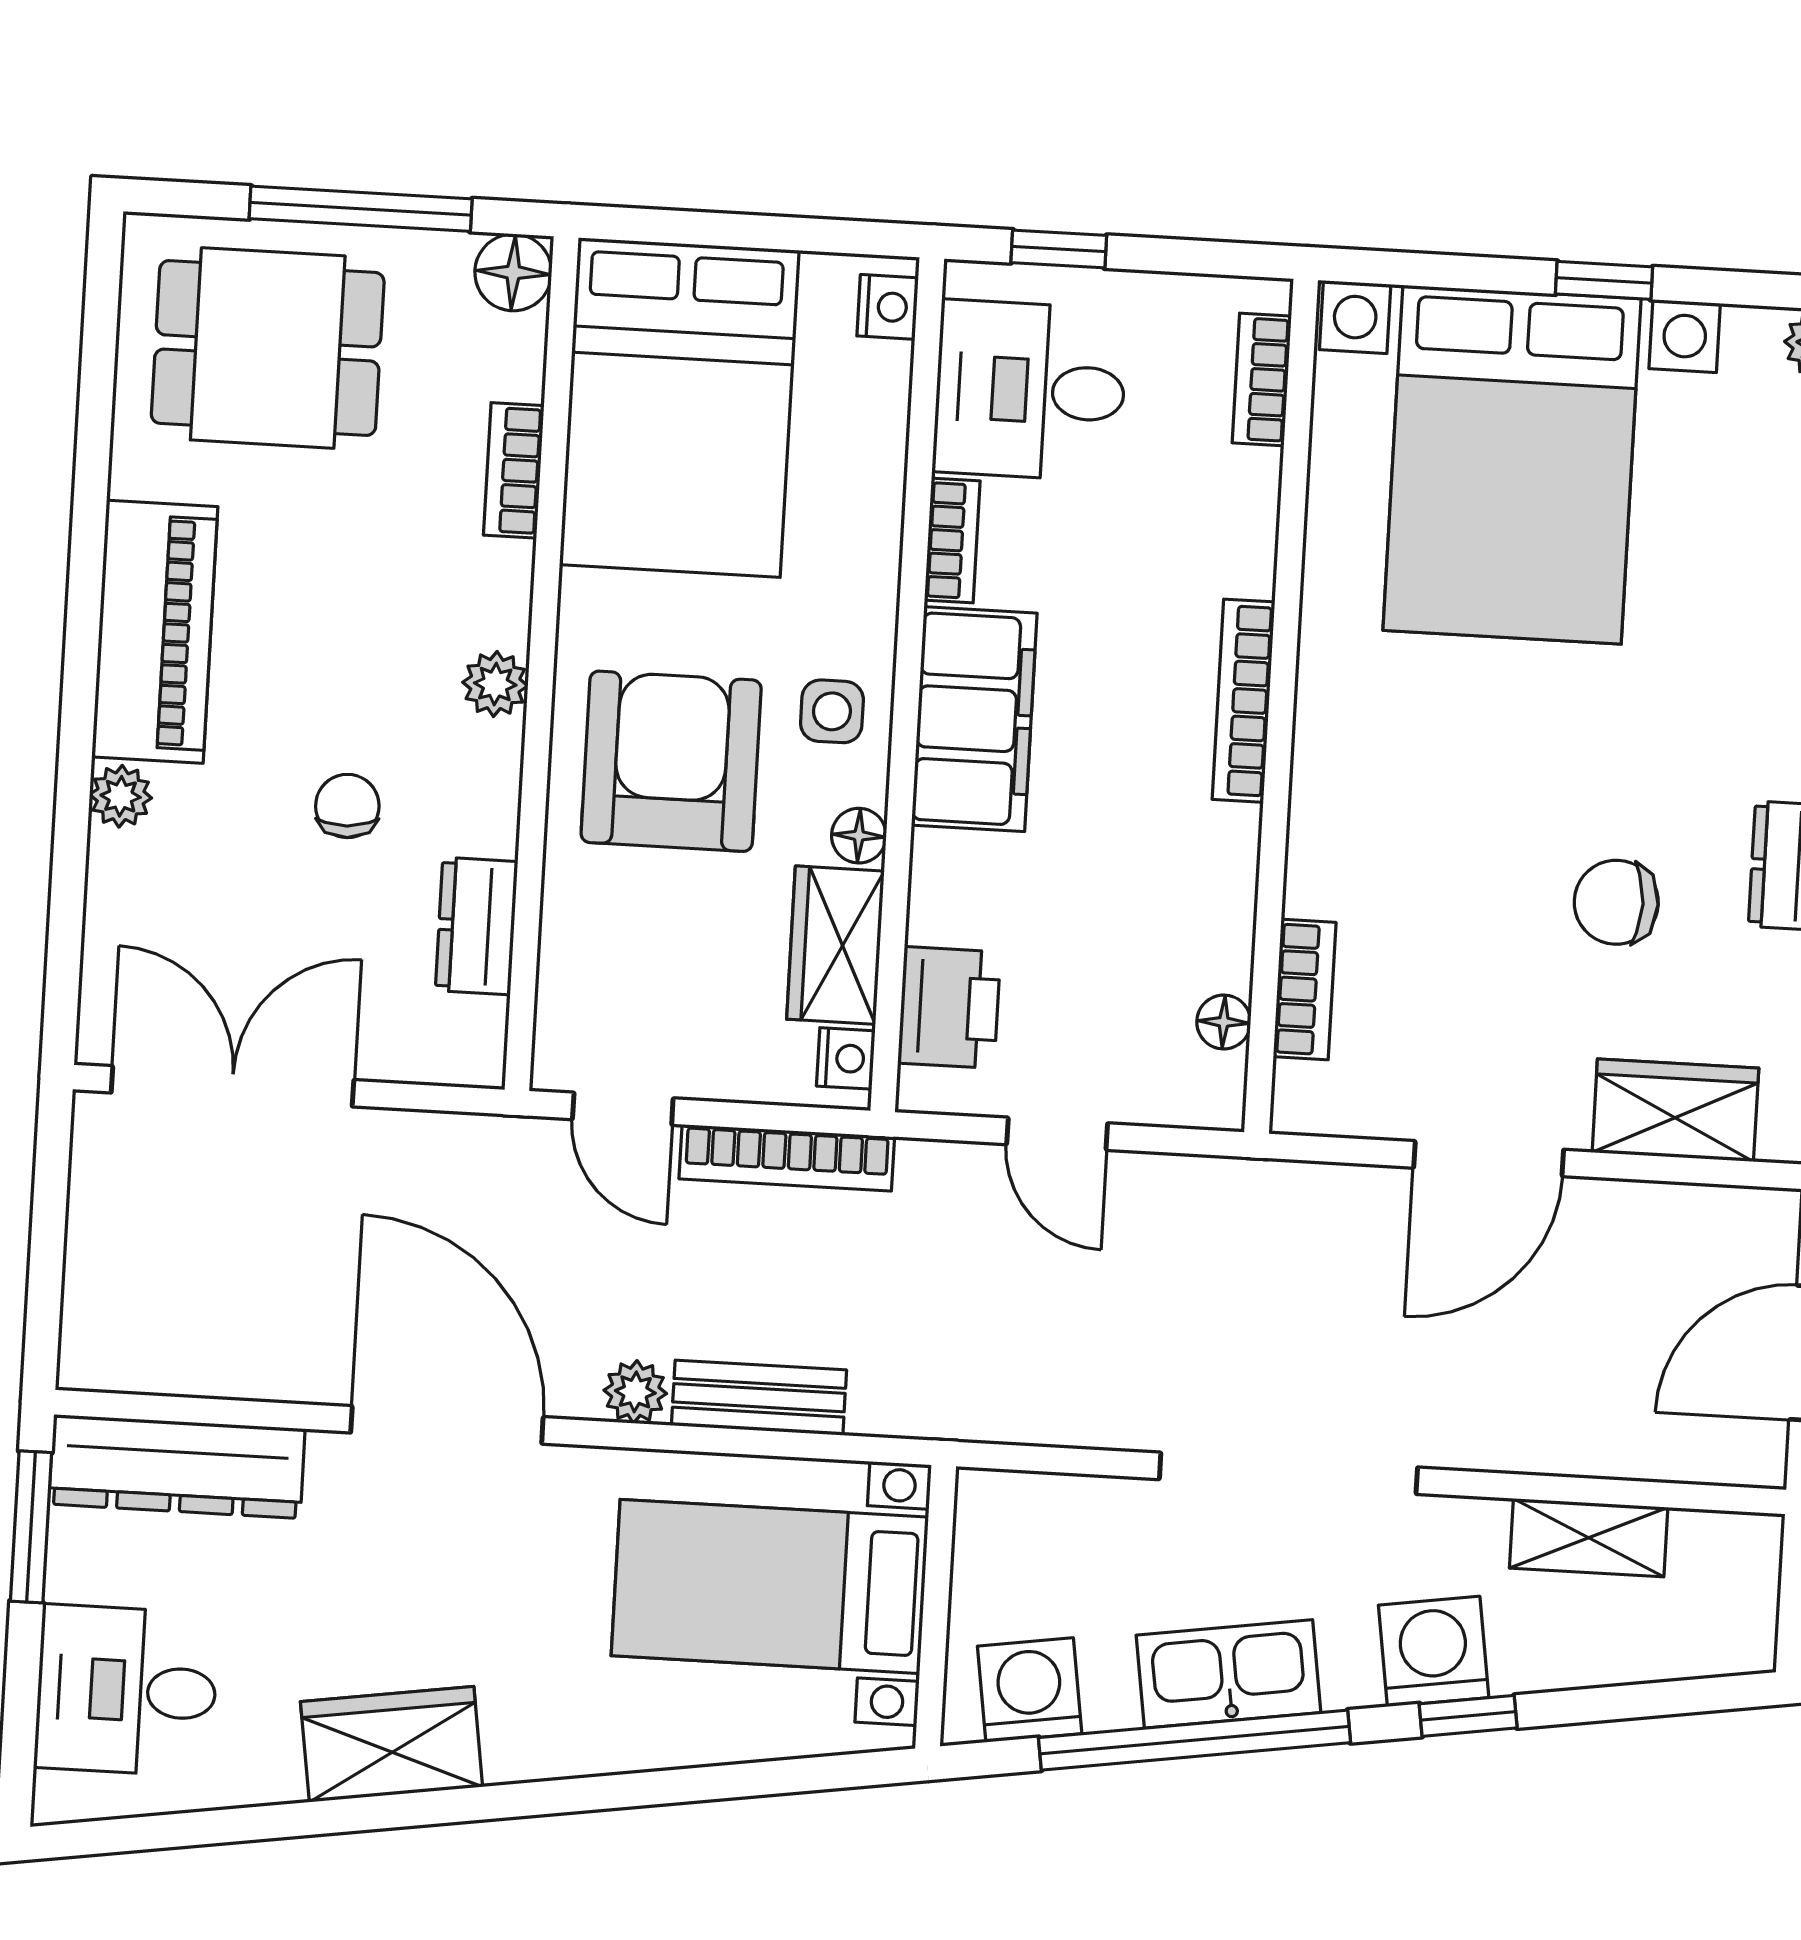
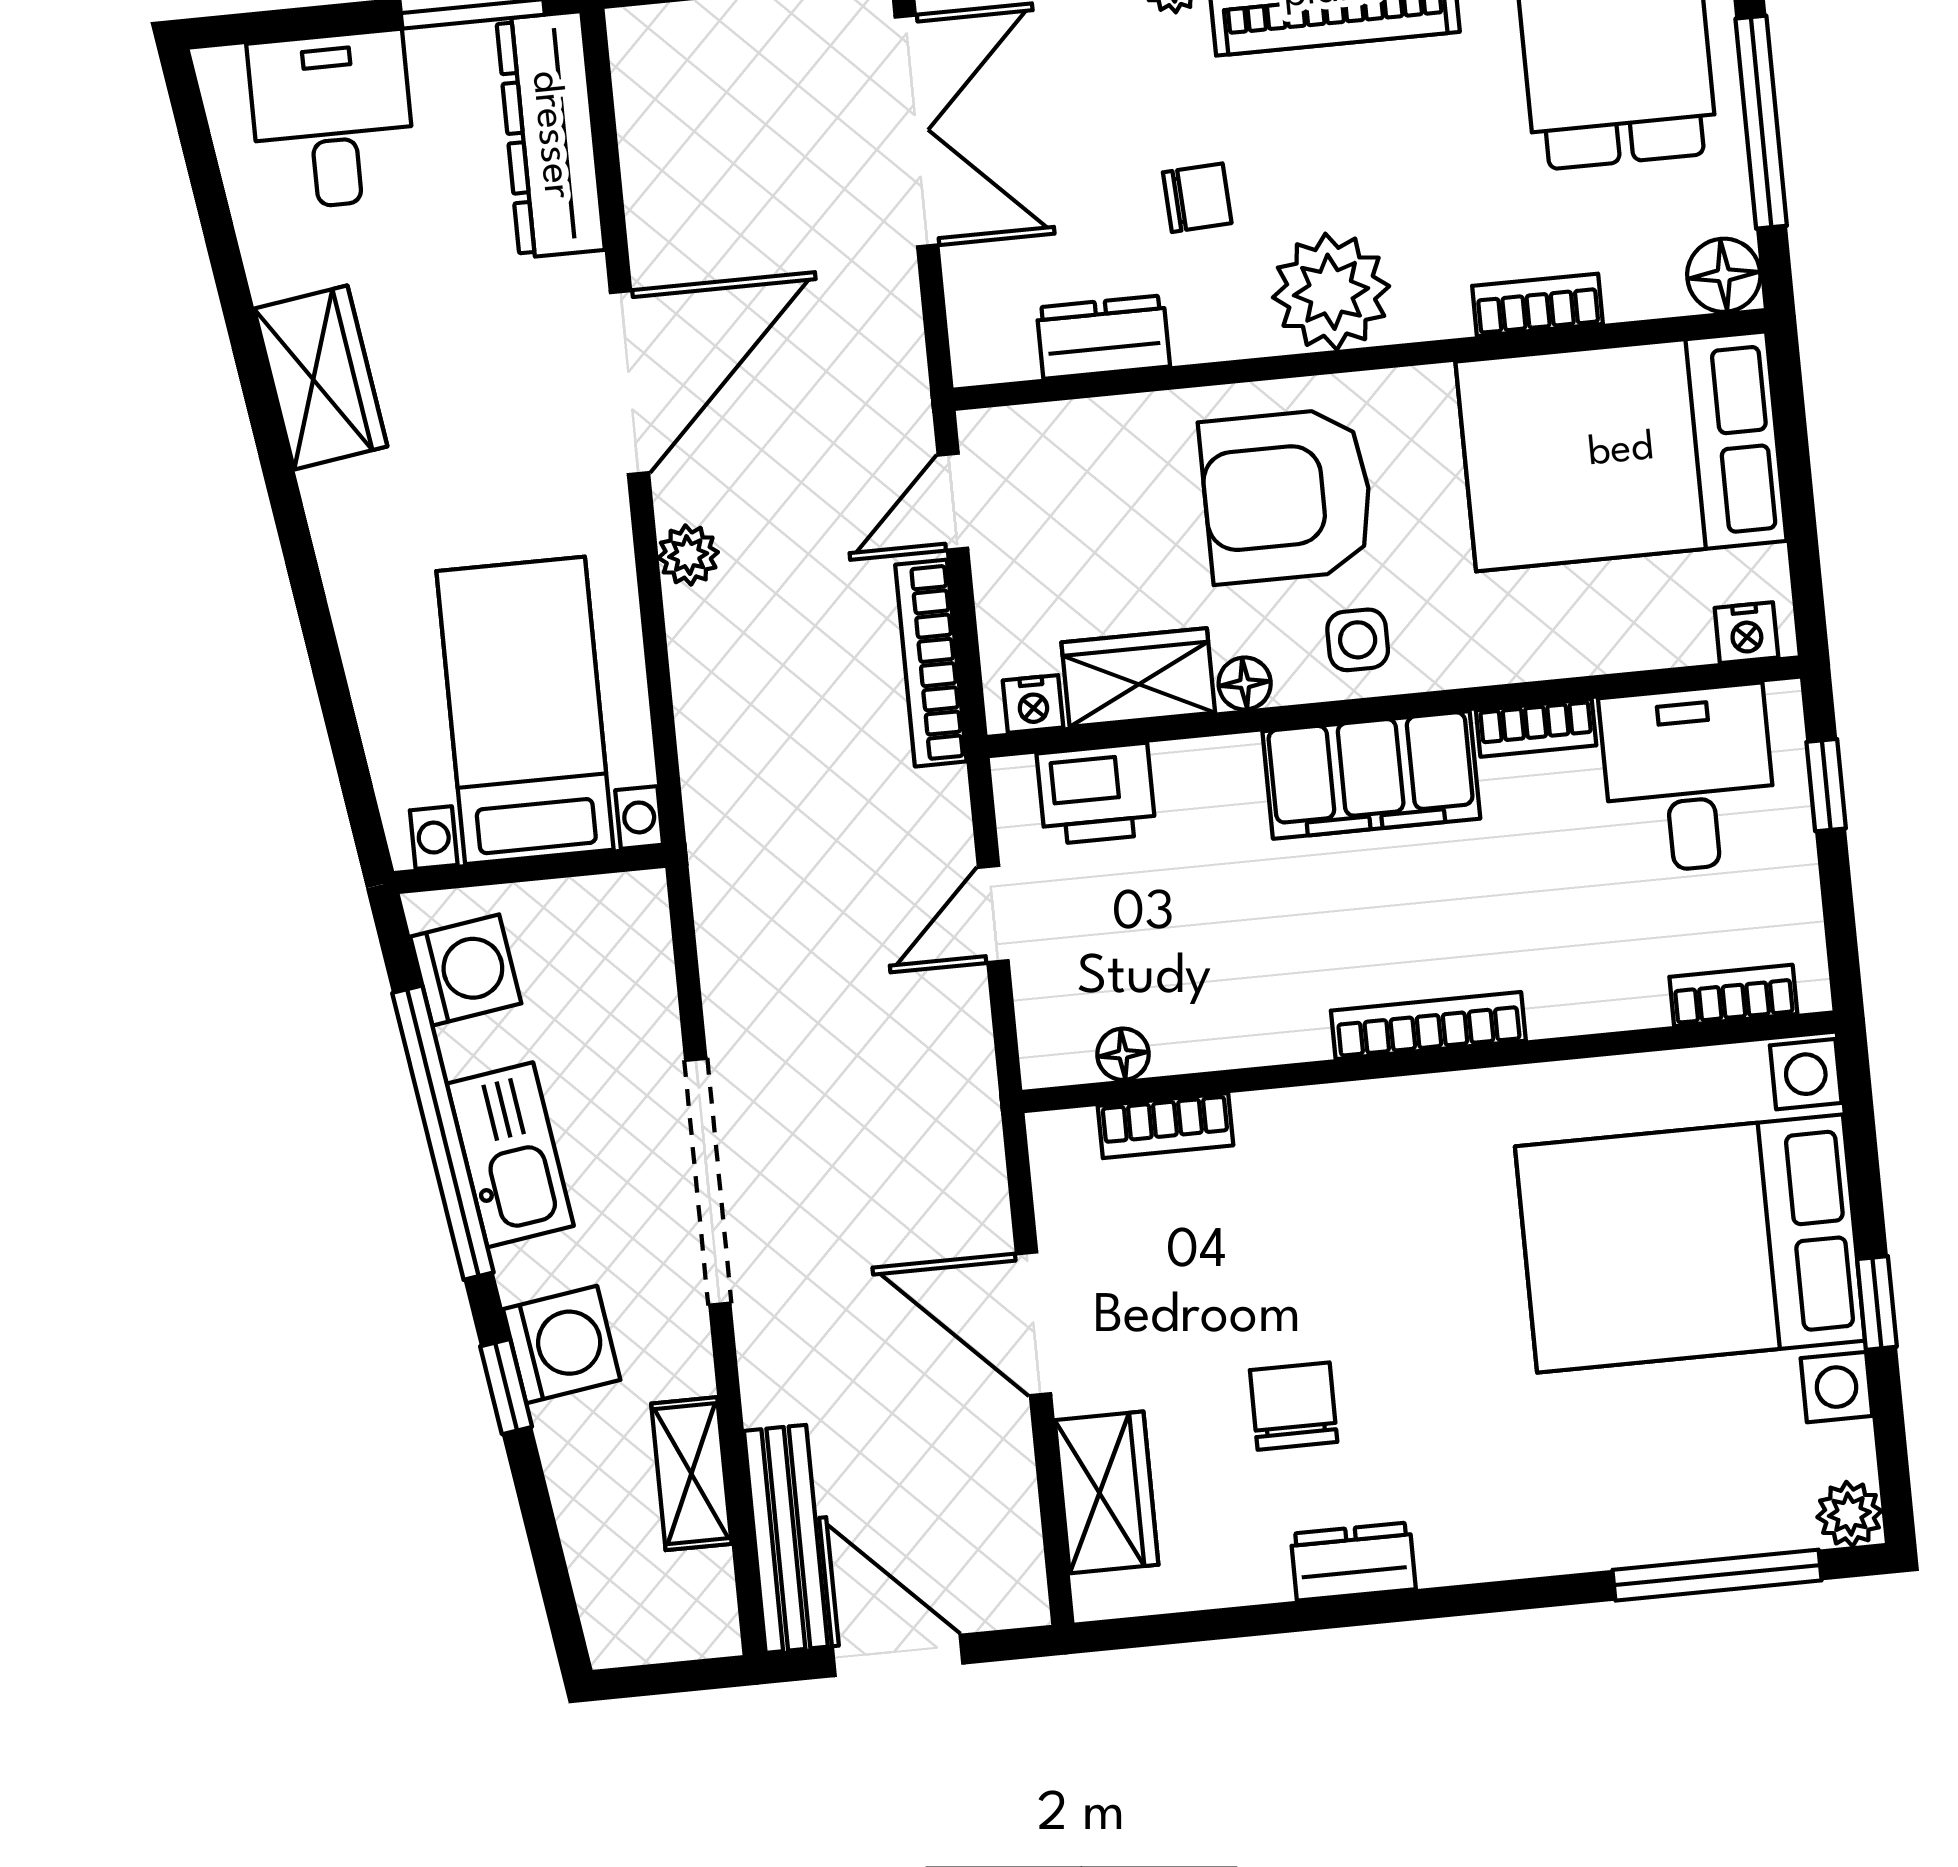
plant: (495, 684) -> (1331, 292), width x1.87, depth x1.87
armchair: (671, 761) -> (1287, 496), turned 180
bench: (759, 1398) -> (786, 1539), moved, width x1.36

